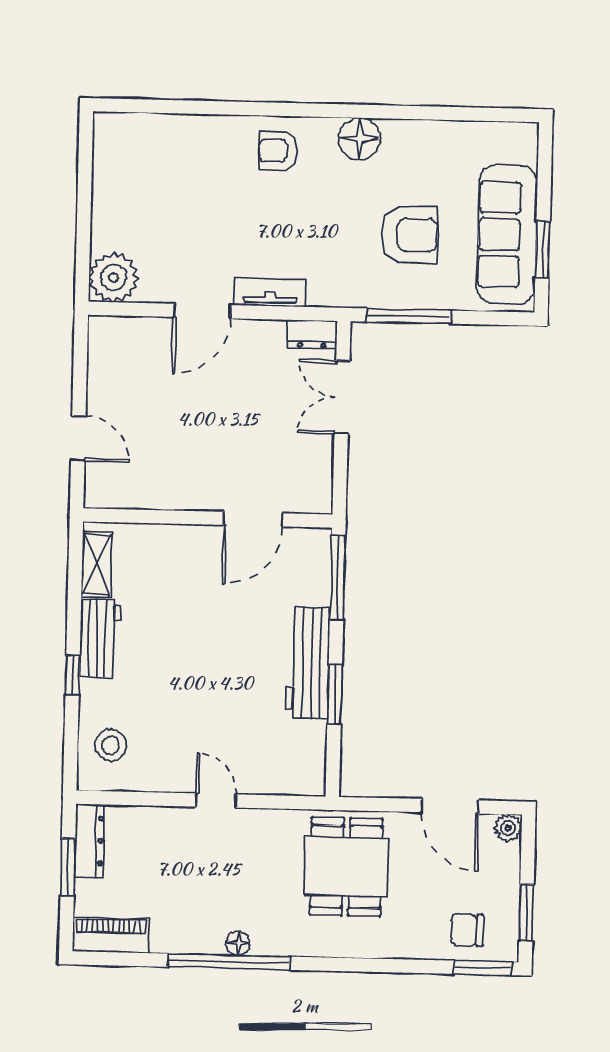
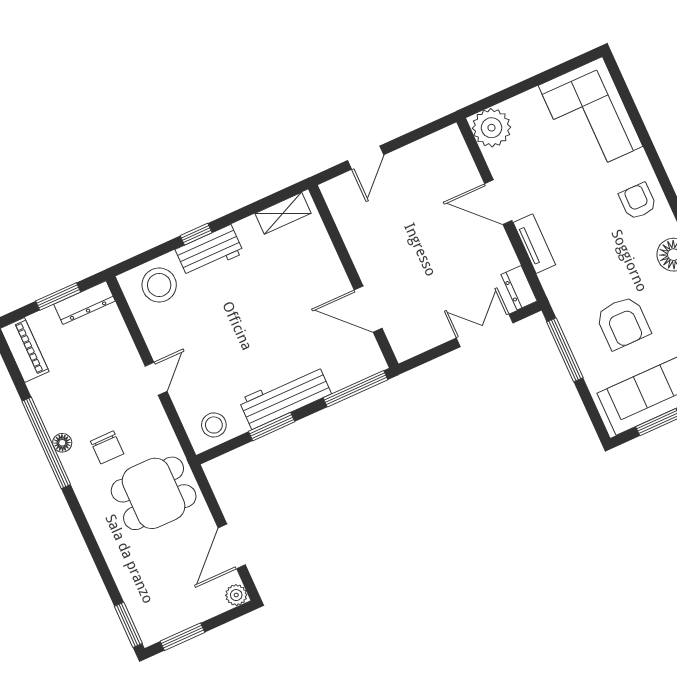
corner sofa: (155, 158) -> (591, 116), added
workbench: (100, 638) -> (209, 251), moved
stool: (110, 745) -> (159, 285), width x1.38, depth x1.38
stool: (301, 760) -> (214, 425), added
chair: (467, 930) -> (107, 447), moved, turned 180

